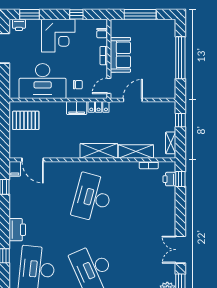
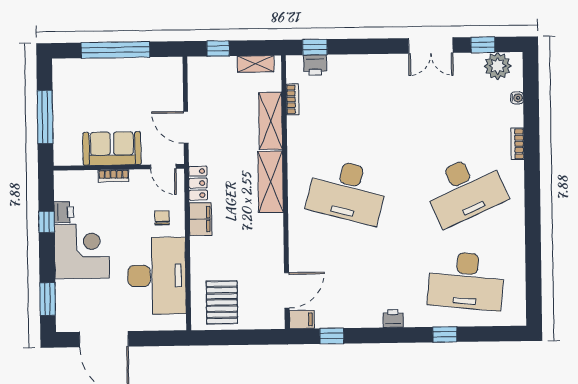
printer: (19, 25) -> (64, 212), moved
chair: (102, 33) -> (77, 180), removed
printer: (17, 230) -> (393, 318), width x0.53, depth x0.68

